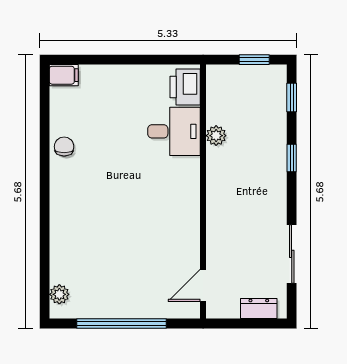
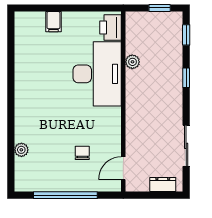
filing cabinet: (64, 75) -> (53, 22), moved, turned 90
desk: (174, 131) -> (97, 74), width x1.87, depth x1.30
chair: (64, 147) -> (82, 153), moved
plant: (59, 294) -> (21, 150), moved

